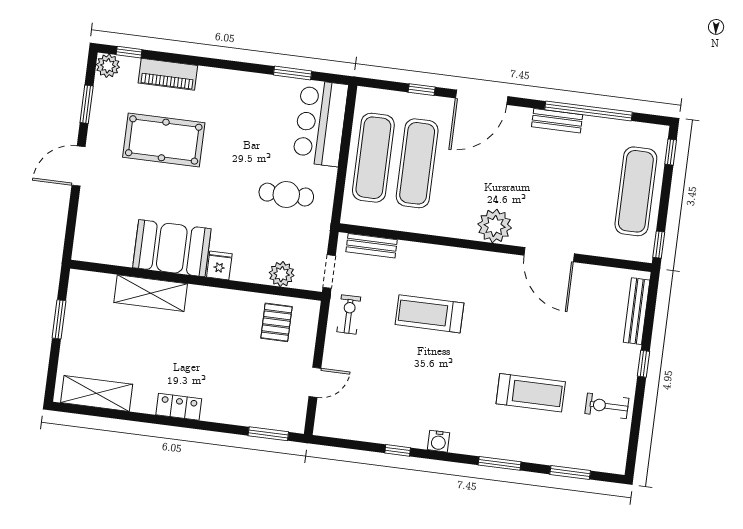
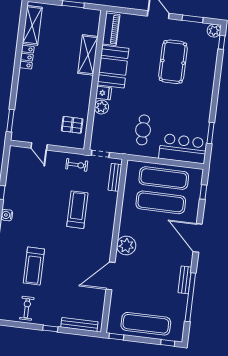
piano: (168, 74) -> (111, 29), moved, turned 180
window: (422, 90) -> (203, 192), moved
plant: (282, 274) -> (101, 107), moved
locker: (179, 407) -> (27, 57), moved

